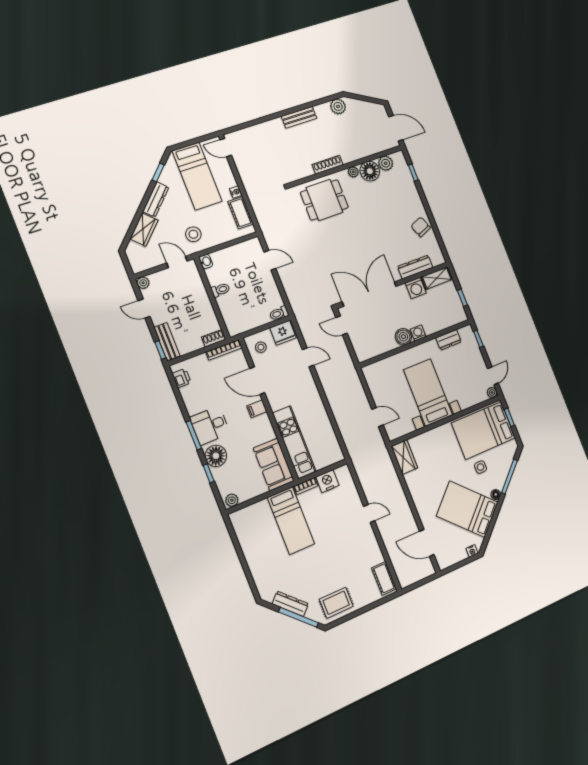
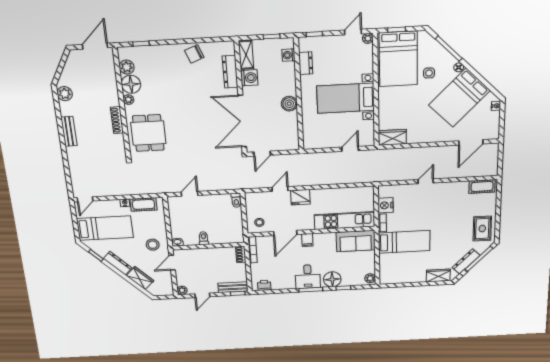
fridge: (283, 333) -> (300, 197), moved, turned 90
washing machine: (418, 333) -> (288, 55), moved
door: (493, 376) -> (353, 32), hinge flipped
wardrobe: (262, 579) -> (438, 275), added

